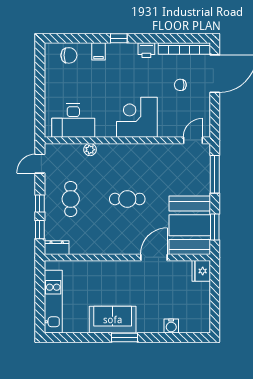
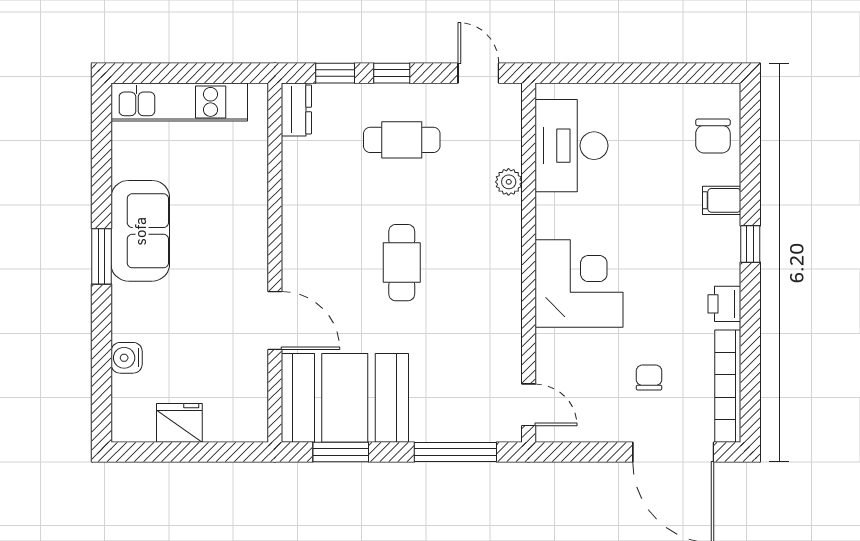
fridge: (201, 271) -> (179, 423), moved

